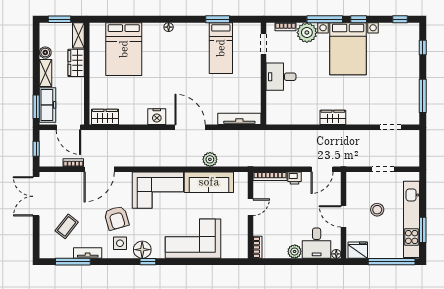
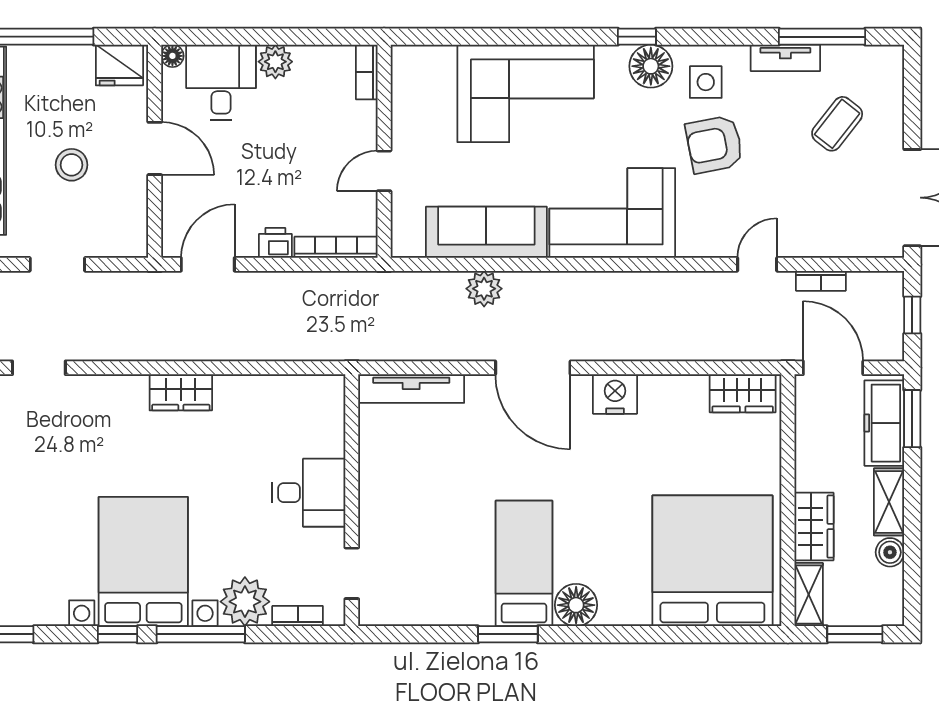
window: (218, 19) -> (508, 634), moved
floor lamp: (169, 27) -> (576, 605), width x1.89, depth x1.89
bed: (221, 48) -> (524, 563), moved
bed: (124, 49) -> (712, 561), width x1.36
door: (99, 169) -> (757, 264), width x0.53
armchair: (116, 218) -> (714, 144), turned -85

